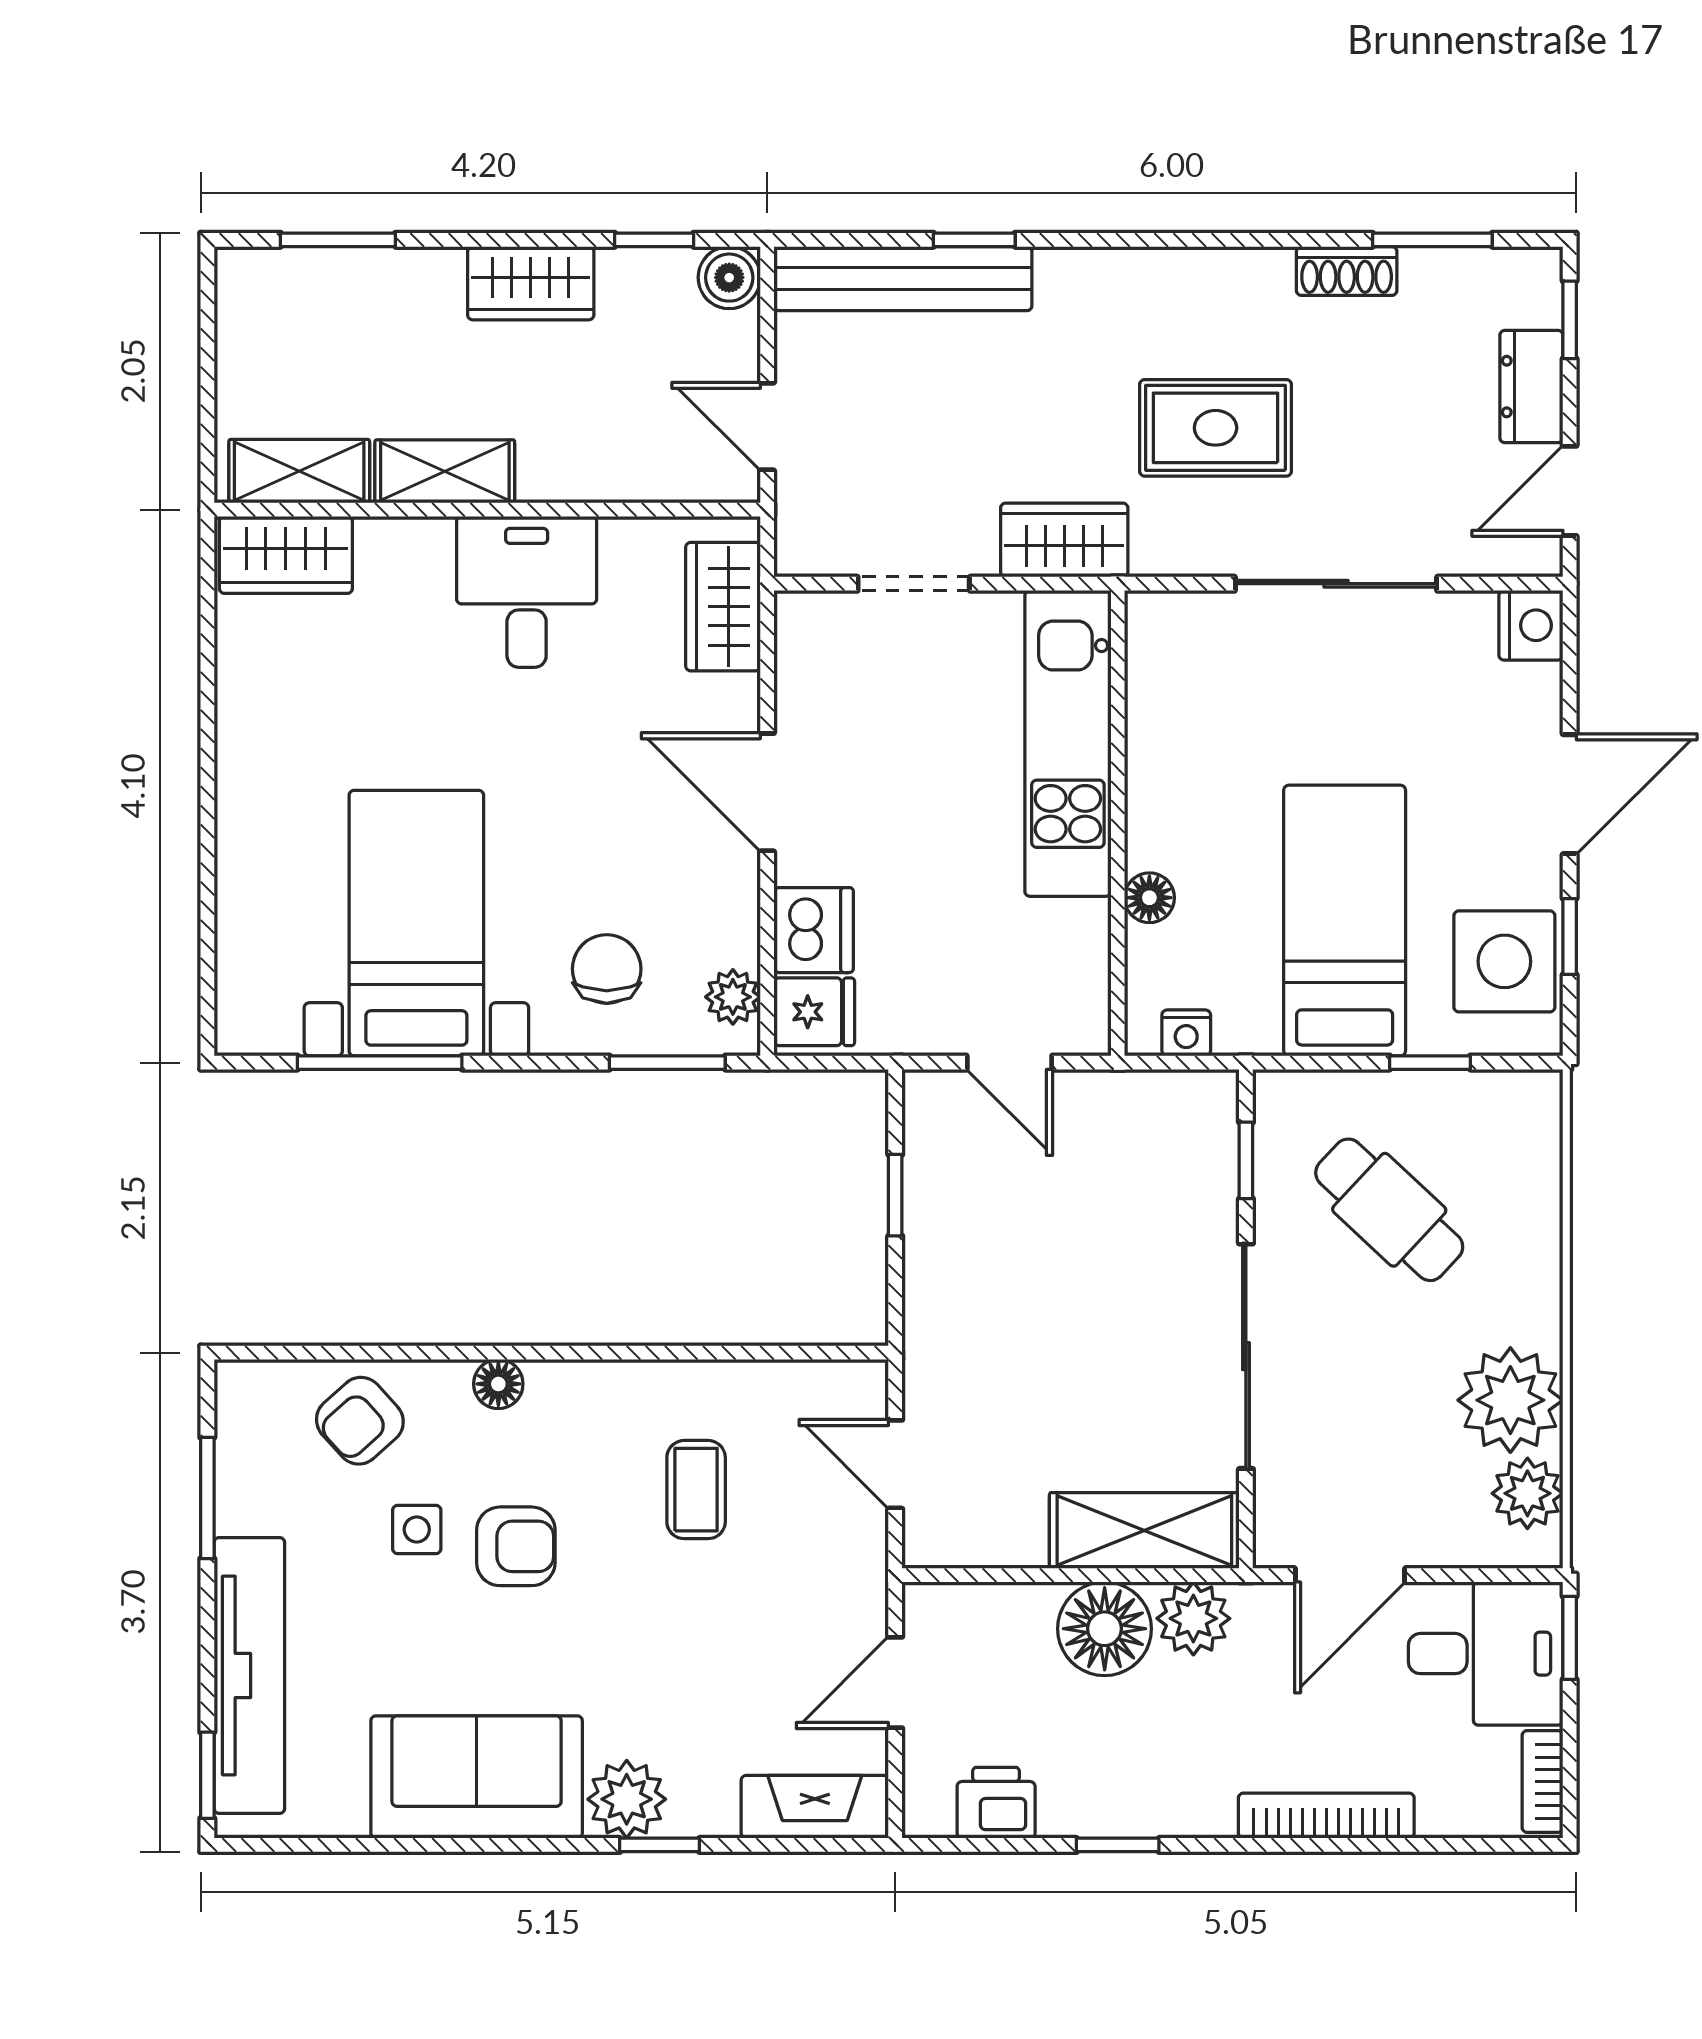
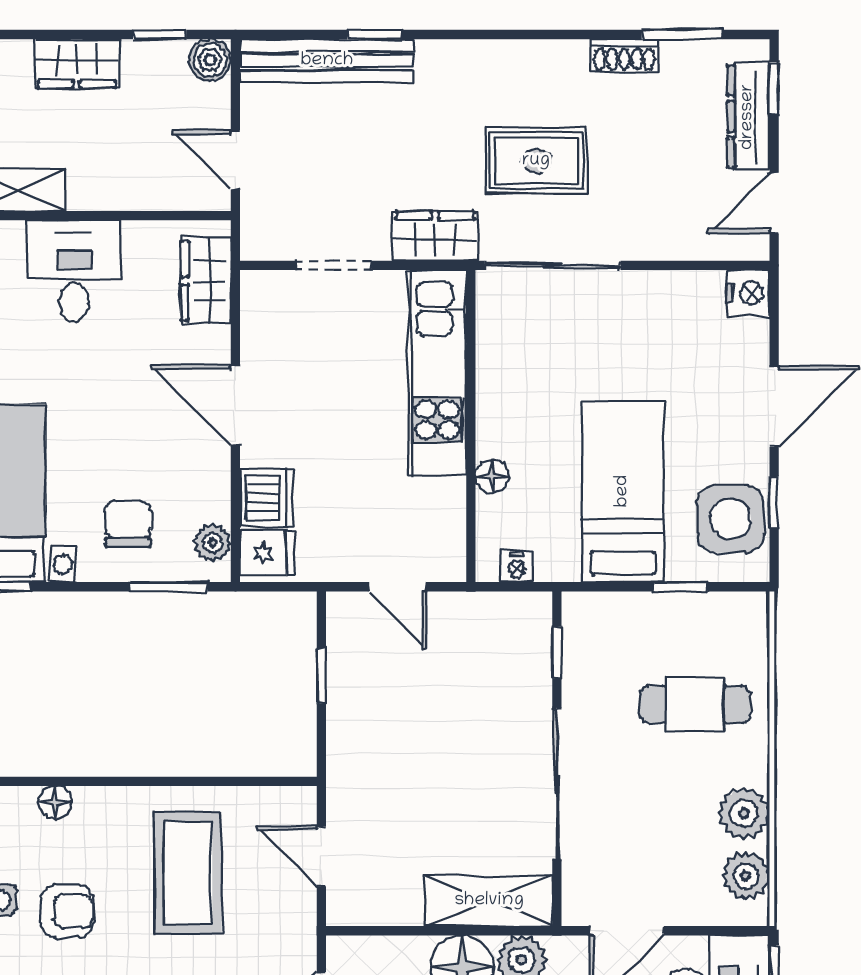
dresser: (1531, 387) -> (748, 117), width x1.44
sliding door: (1336, 584) -> (552, 265), moved
cafe table: (1389, 1210) -> (695, 705), moved, turned -43
plant: (1510, 1400) -> (744, 813), width x0.73, depth x0.73
coffee table: (696, 1490) -> (188, 873), width x1.86, depth x1.72

